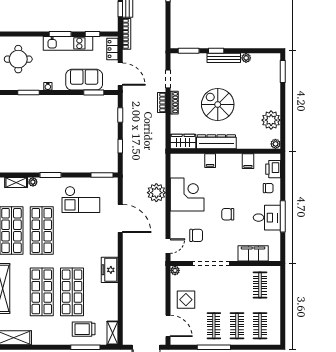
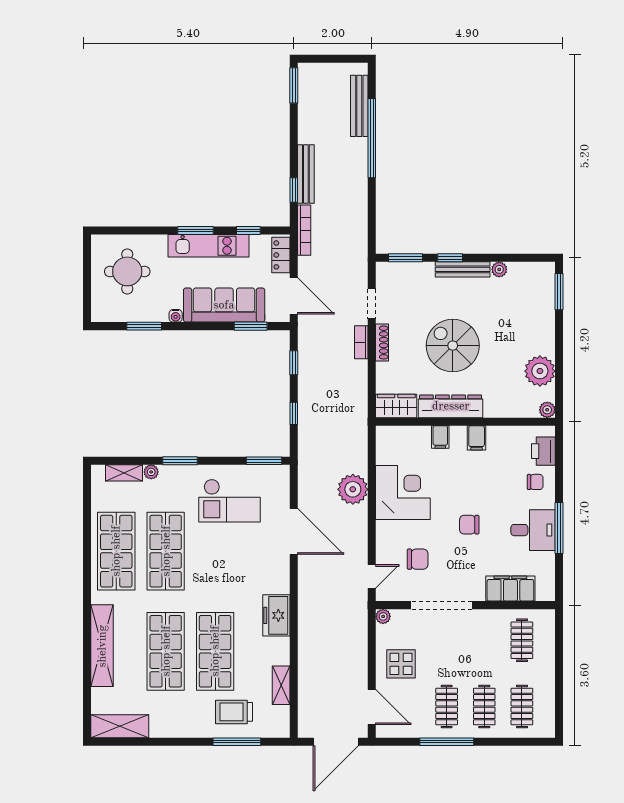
sofa: (84, 80) -> (224, 305), width x1.36
filing cabinet: (248, 161) -> (477, 438), moved
shelving: (113, 333) -> (281, 685), moved

